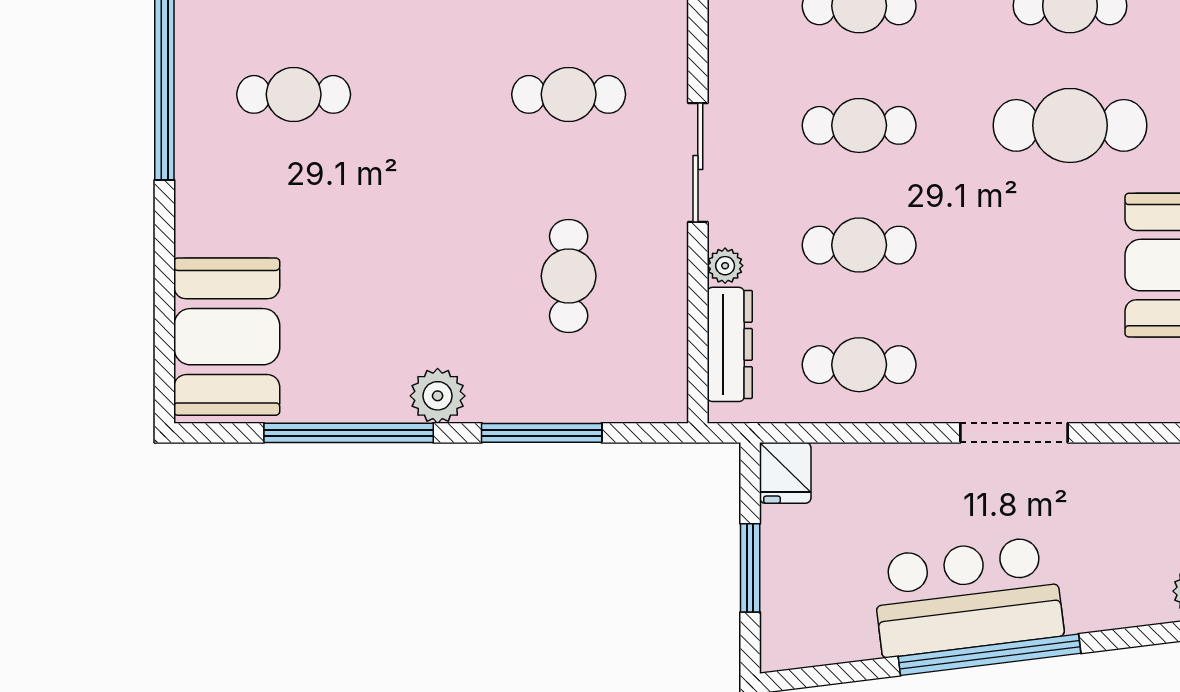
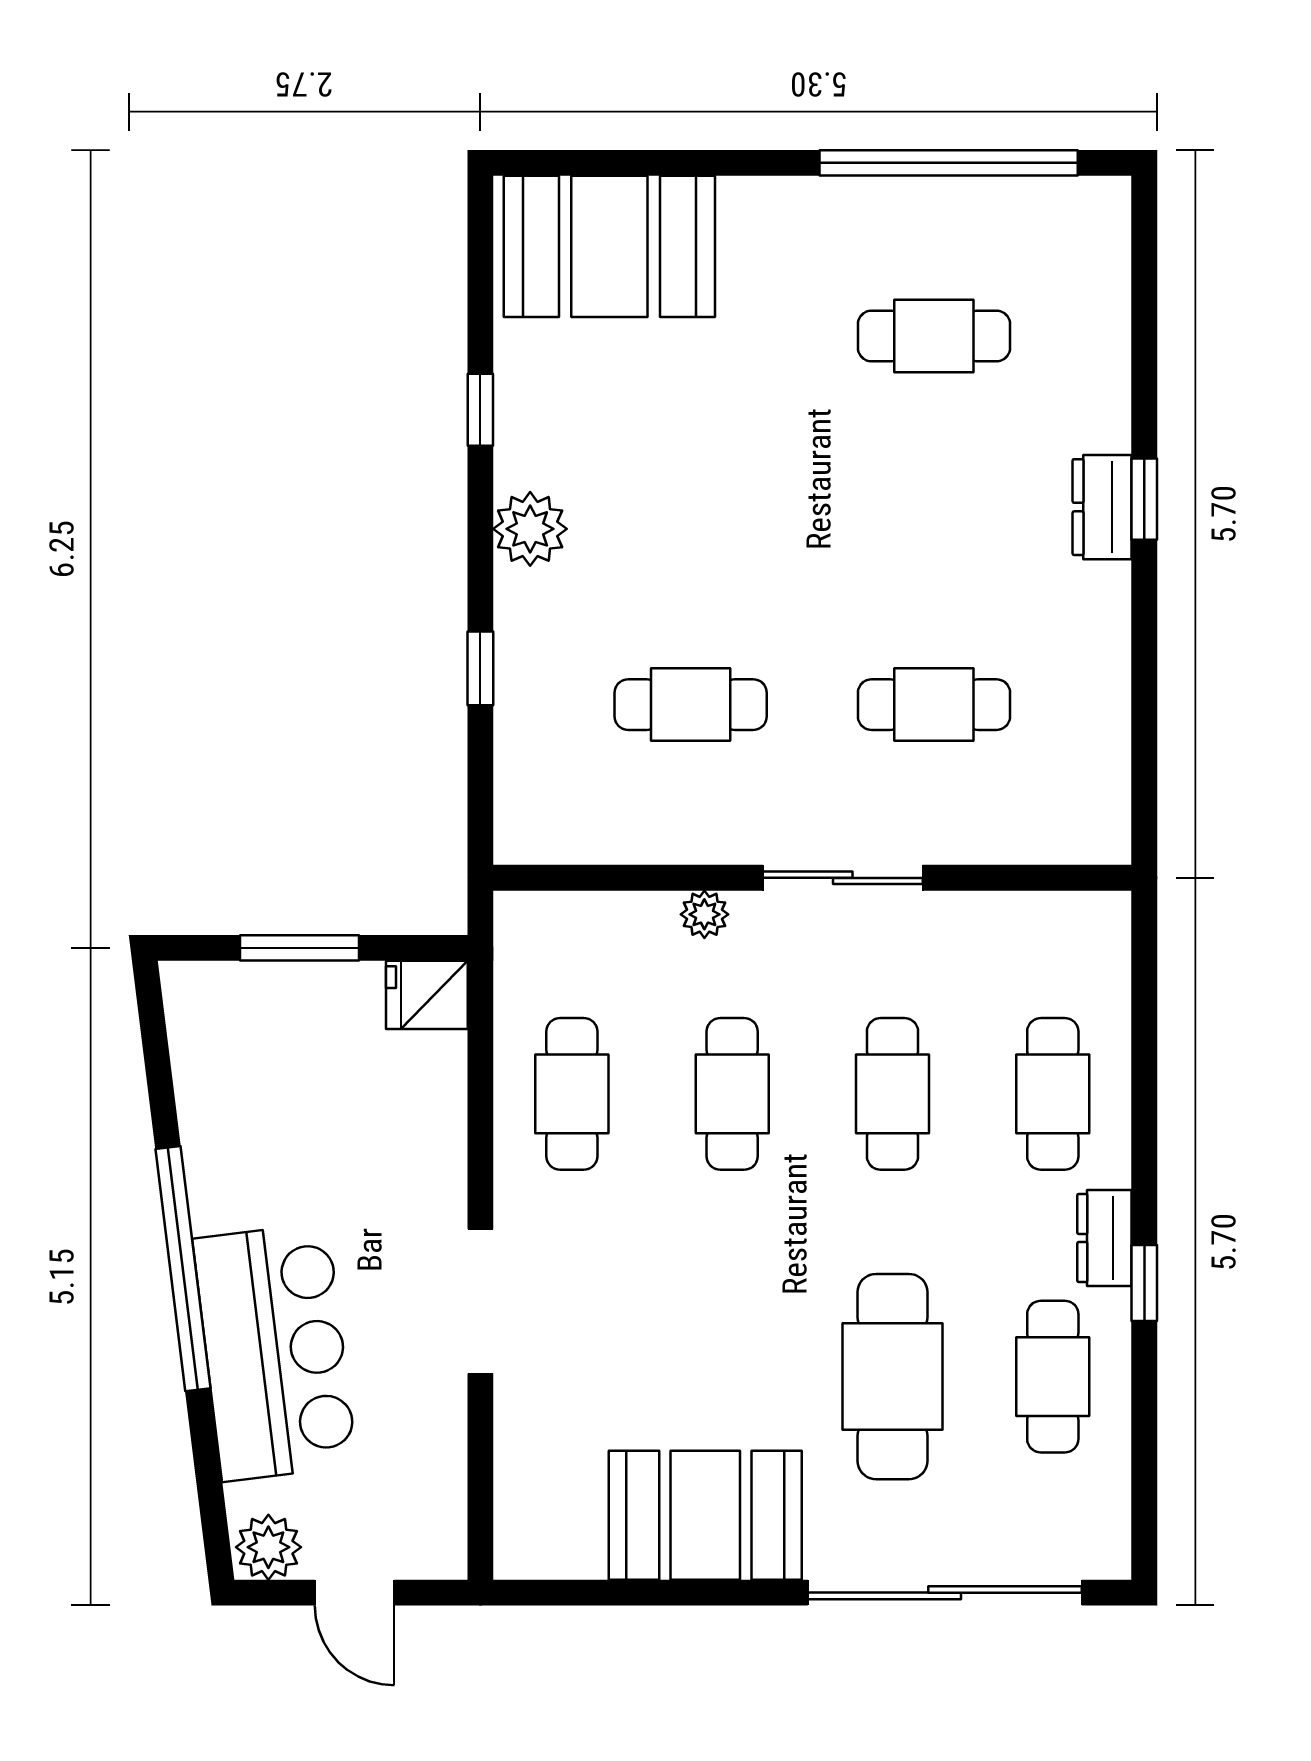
cafe table: (294, 94) -> (934, 336), turned 90
cafe table: (569, 94) -> (934, 705), turned 90
dresser: (730, 344) -> (599, 921), removed
window: (349, 433) -> (480, 410), width x0.32
window: (542, 433) -> (480, 668), width x0.46
bar counter: (967, 597) -> (275, 1352), moved

